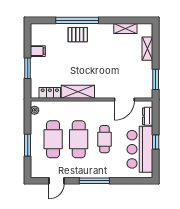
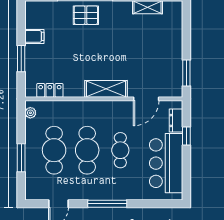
shelving: (147, 49) -> (176, 33), removed
shelving: (78, 92) -> (106, 89), moved
window: (156, 142) -> (186, 136), moved

